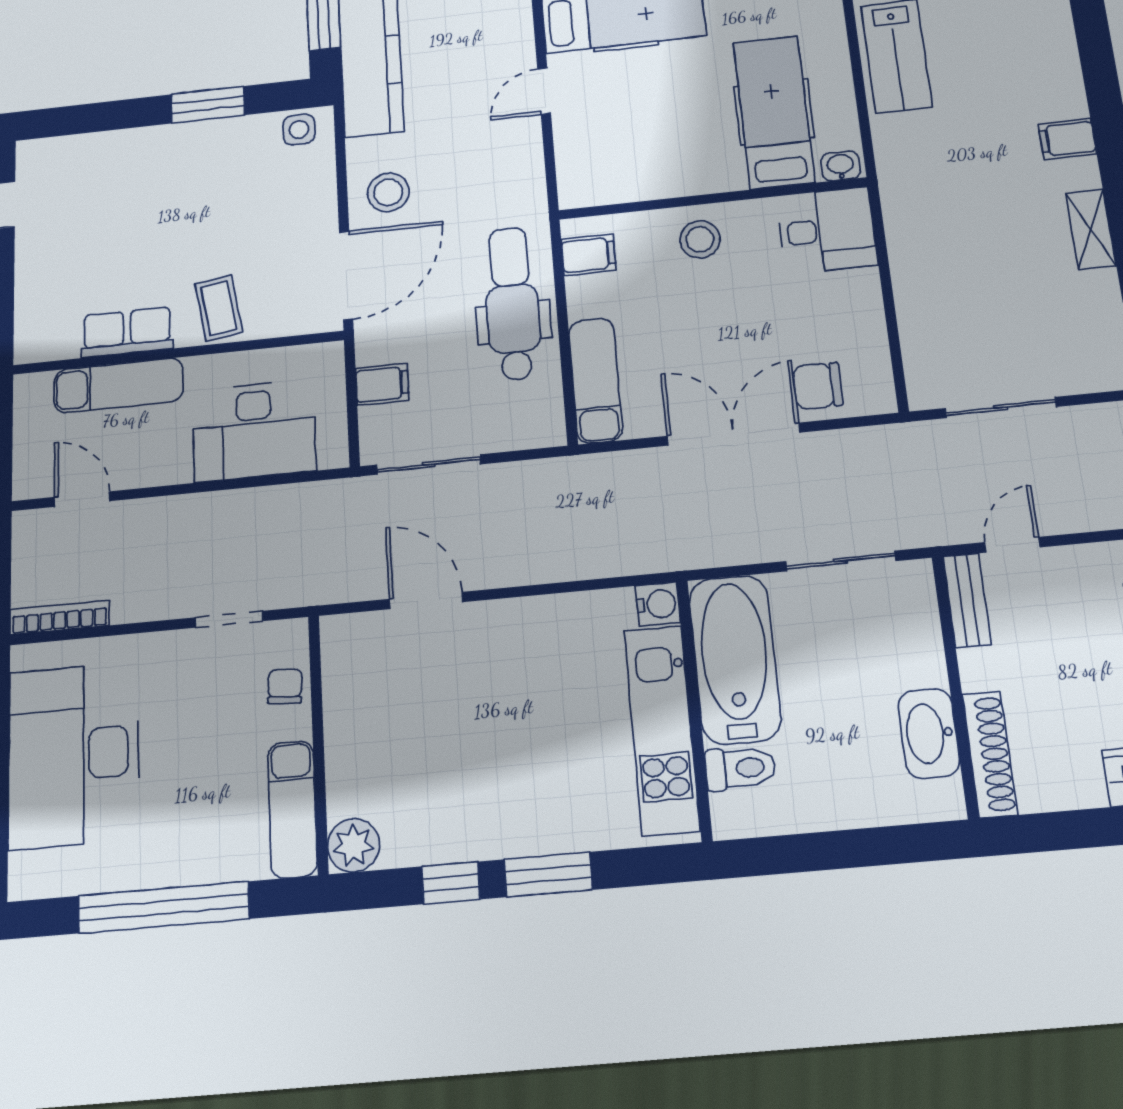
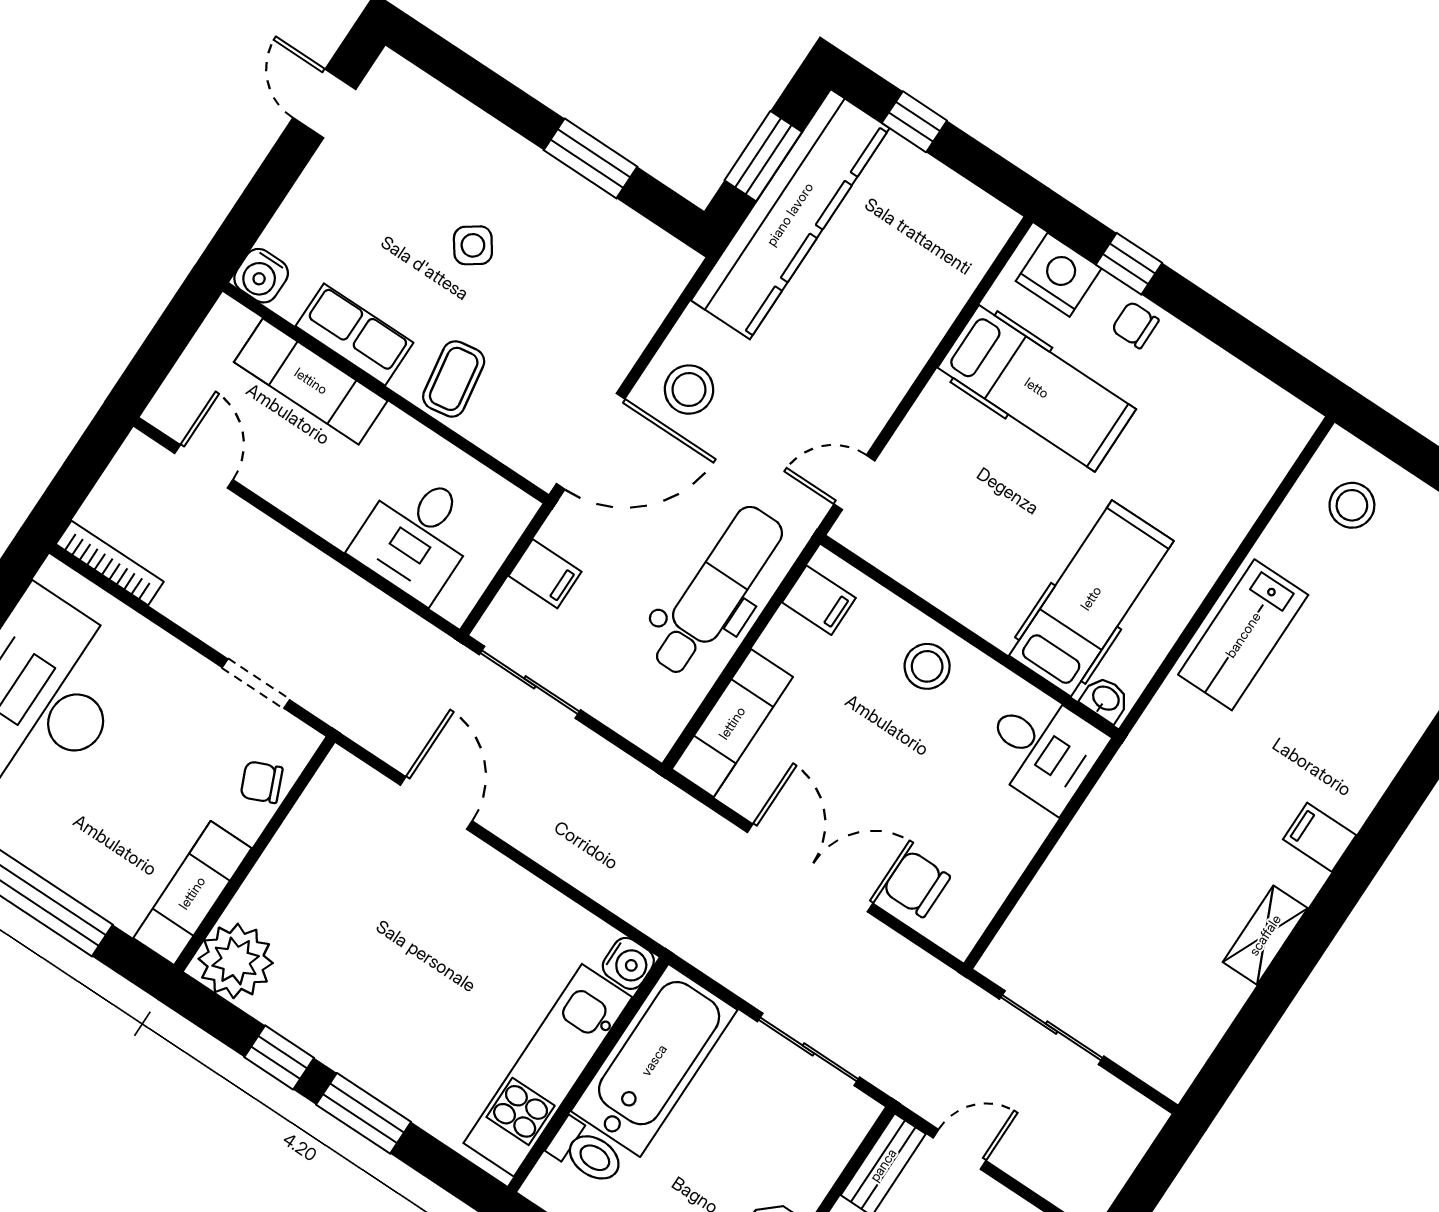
door: (544, 91) -> (854, 482), moved
side table: (299, 130) -> (473, 245), moved, turned -35
water cooler: (33, 344) -> (261, 276), added
desk: (254, 430) -> (417, 536), width x0.73
chair: (285, 686) -> (262, 782), turned -117
plant: (354, 845) -> (236, 961), width x1.36, depth x1.36

